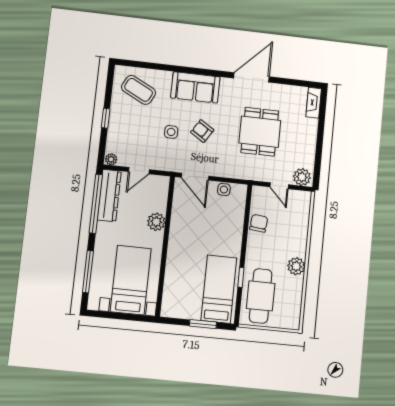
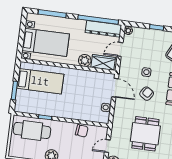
dining table: (260, 132) -> (145, 134), turned 90
door: (139, 171) -> (120, 49), hinge flipped
door: (195, 177) -> (115, 88), swing flipped
wardrobe: (158, 195) -> (103, 62), added
bed: (219, 289) -> (40, 81), moved

